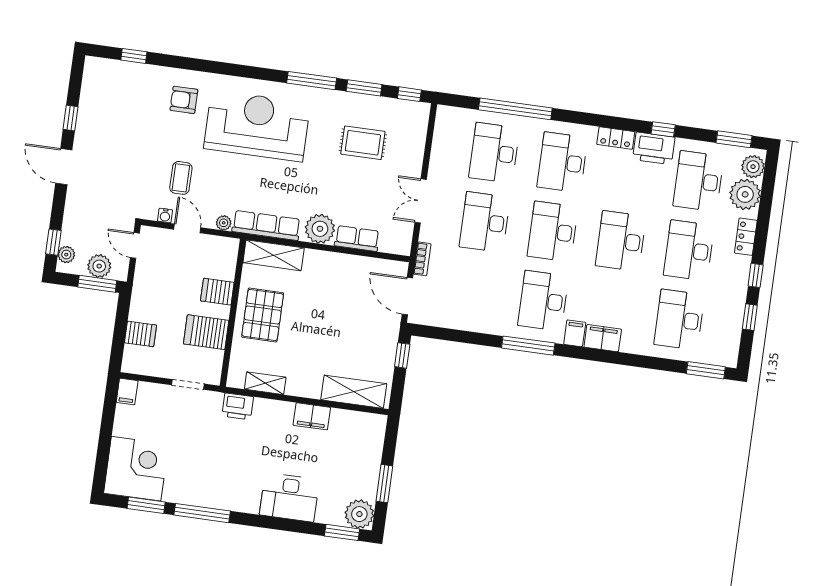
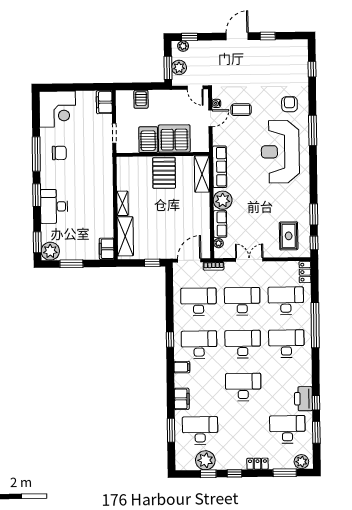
window: (312, 81) -> (313, 130), moved
window: (515, 109) -> (315, 325), moved
reception desk: (257, 126) -> (280, 152), turned 180
locker: (616, 138) -> (305, 272), moved
window: (734, 139) -> (316, 432), moved
rug: (363, 143) -> (289, 236), moved
plant: (745, 194) -> (205, 460), moved
window: (767, 196) -> (285, 473), added
plant: (224, 223) -> (219, 243), moved
door: (135, 245) -> (195, 88), swing flipped
desk: (689, 250) -> (198, 302), moved
server rack: (217, 292) -> (174, 139), width x2.18, depth x1.44
pallet: (263, 315) -> (164, 173), turned 90
filing cabinet: (603, 338) -> (182, 399), moved
window: (528, 346) -> (170, 340), width x0.46
window: (706, 370) -> (171, 430), moved
shelving: (265, 383) -> (123, 203), moved
filing cabinet: (127, 392) -> (104, 102), width x2.00
printer: (238, 406) -> (105, 166), removed
filing cabinet: (312, 416) -> (107, 249), moved
chair: (206, 476) -> (59, 153), added
window: (146, 505) -> (37, 195), moved

